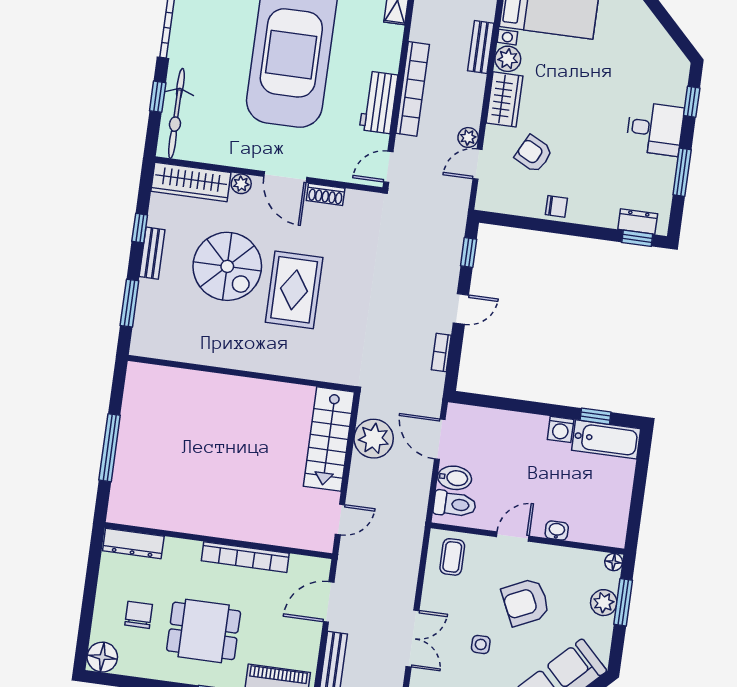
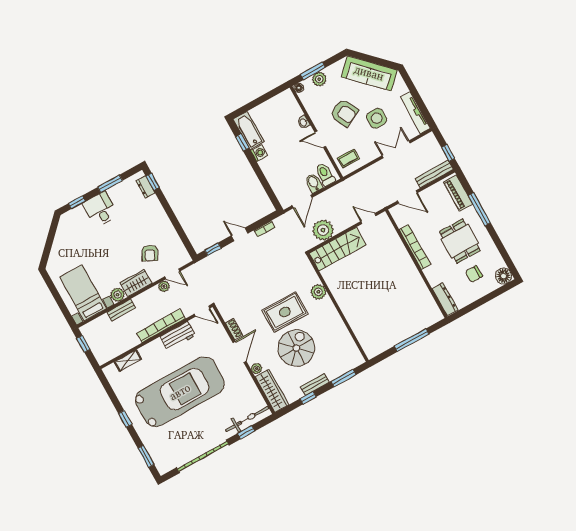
chair: (556, 206) -> (165, 227), removed
plant: (286, 362) -> (318, 292), added
side table: (481, 644) -> (377, 118), width x1.87, depth x1.87

